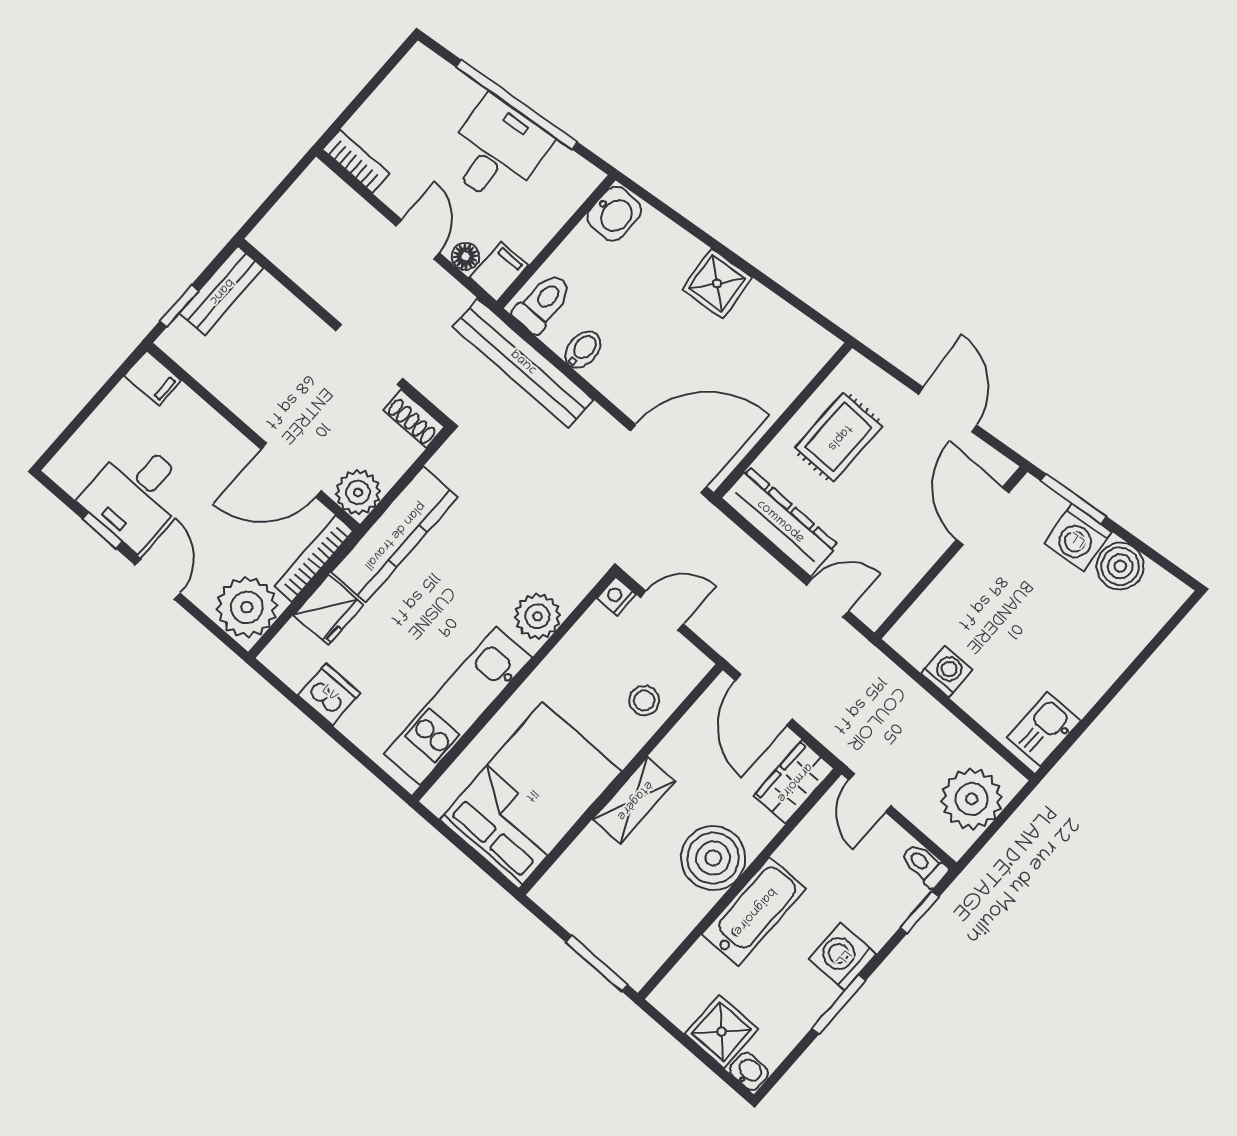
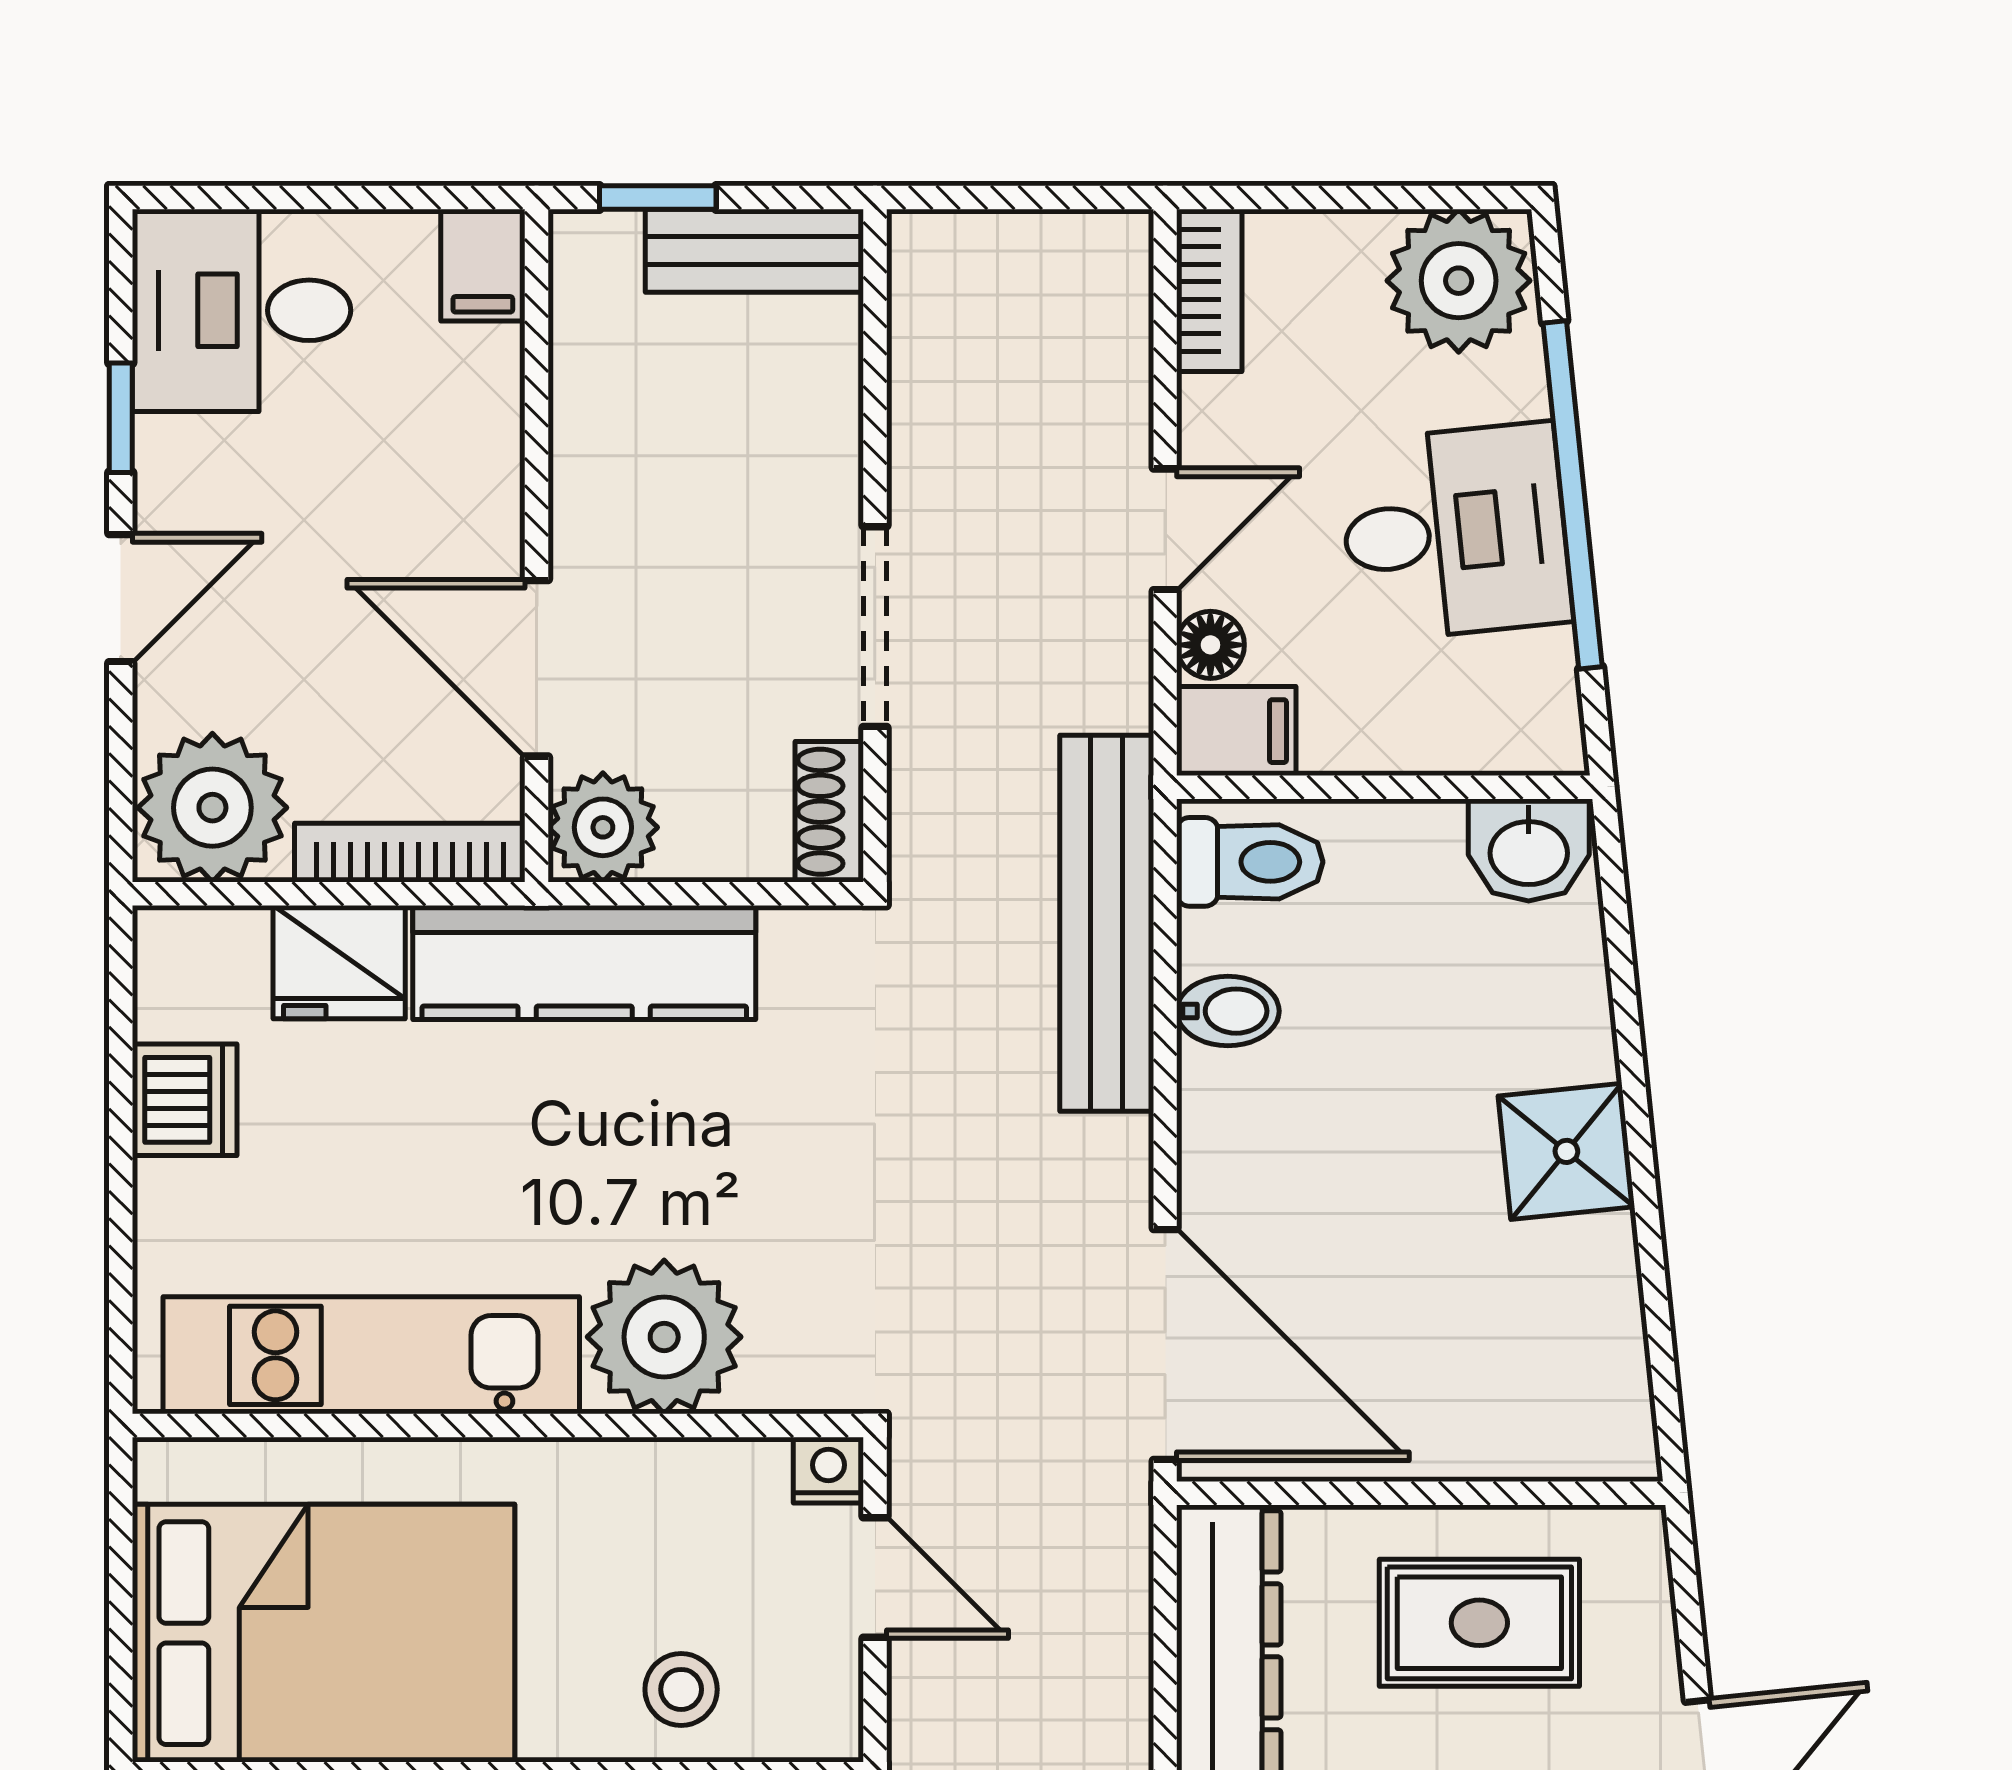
plant: (420, 82) -> (1459, 281), added
desk: (136, 494) -> (241, 310), moved
plant: (537, 616) -> (664, 1337), width x1.36, depth x1.36

